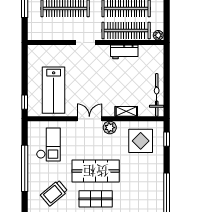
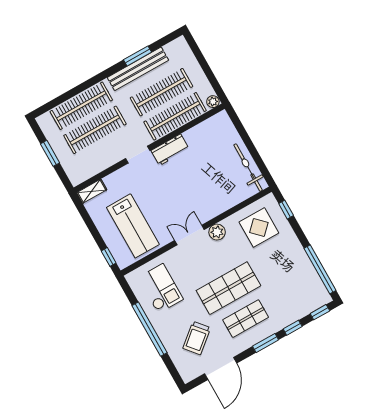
workbench: (124, 52) -> (170, 150), moved
shelving: (126, 111) -> (92, 191), moved

